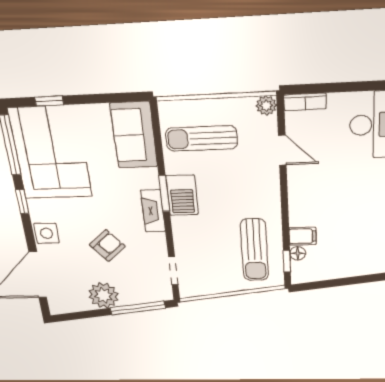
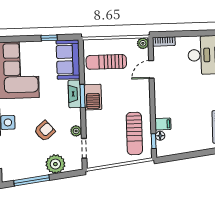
window: (49, 101) -> (49, 38), moved
door: (282, 150) -> (151, 69), swing flipped
fireplace: (153, 211) -> (75, 94), moved
plant: (158, 246) -> (76, 131), added
plant: (104, 295) -> (55, 164), moved
window: (138, 308) -> (32, 180), moved

